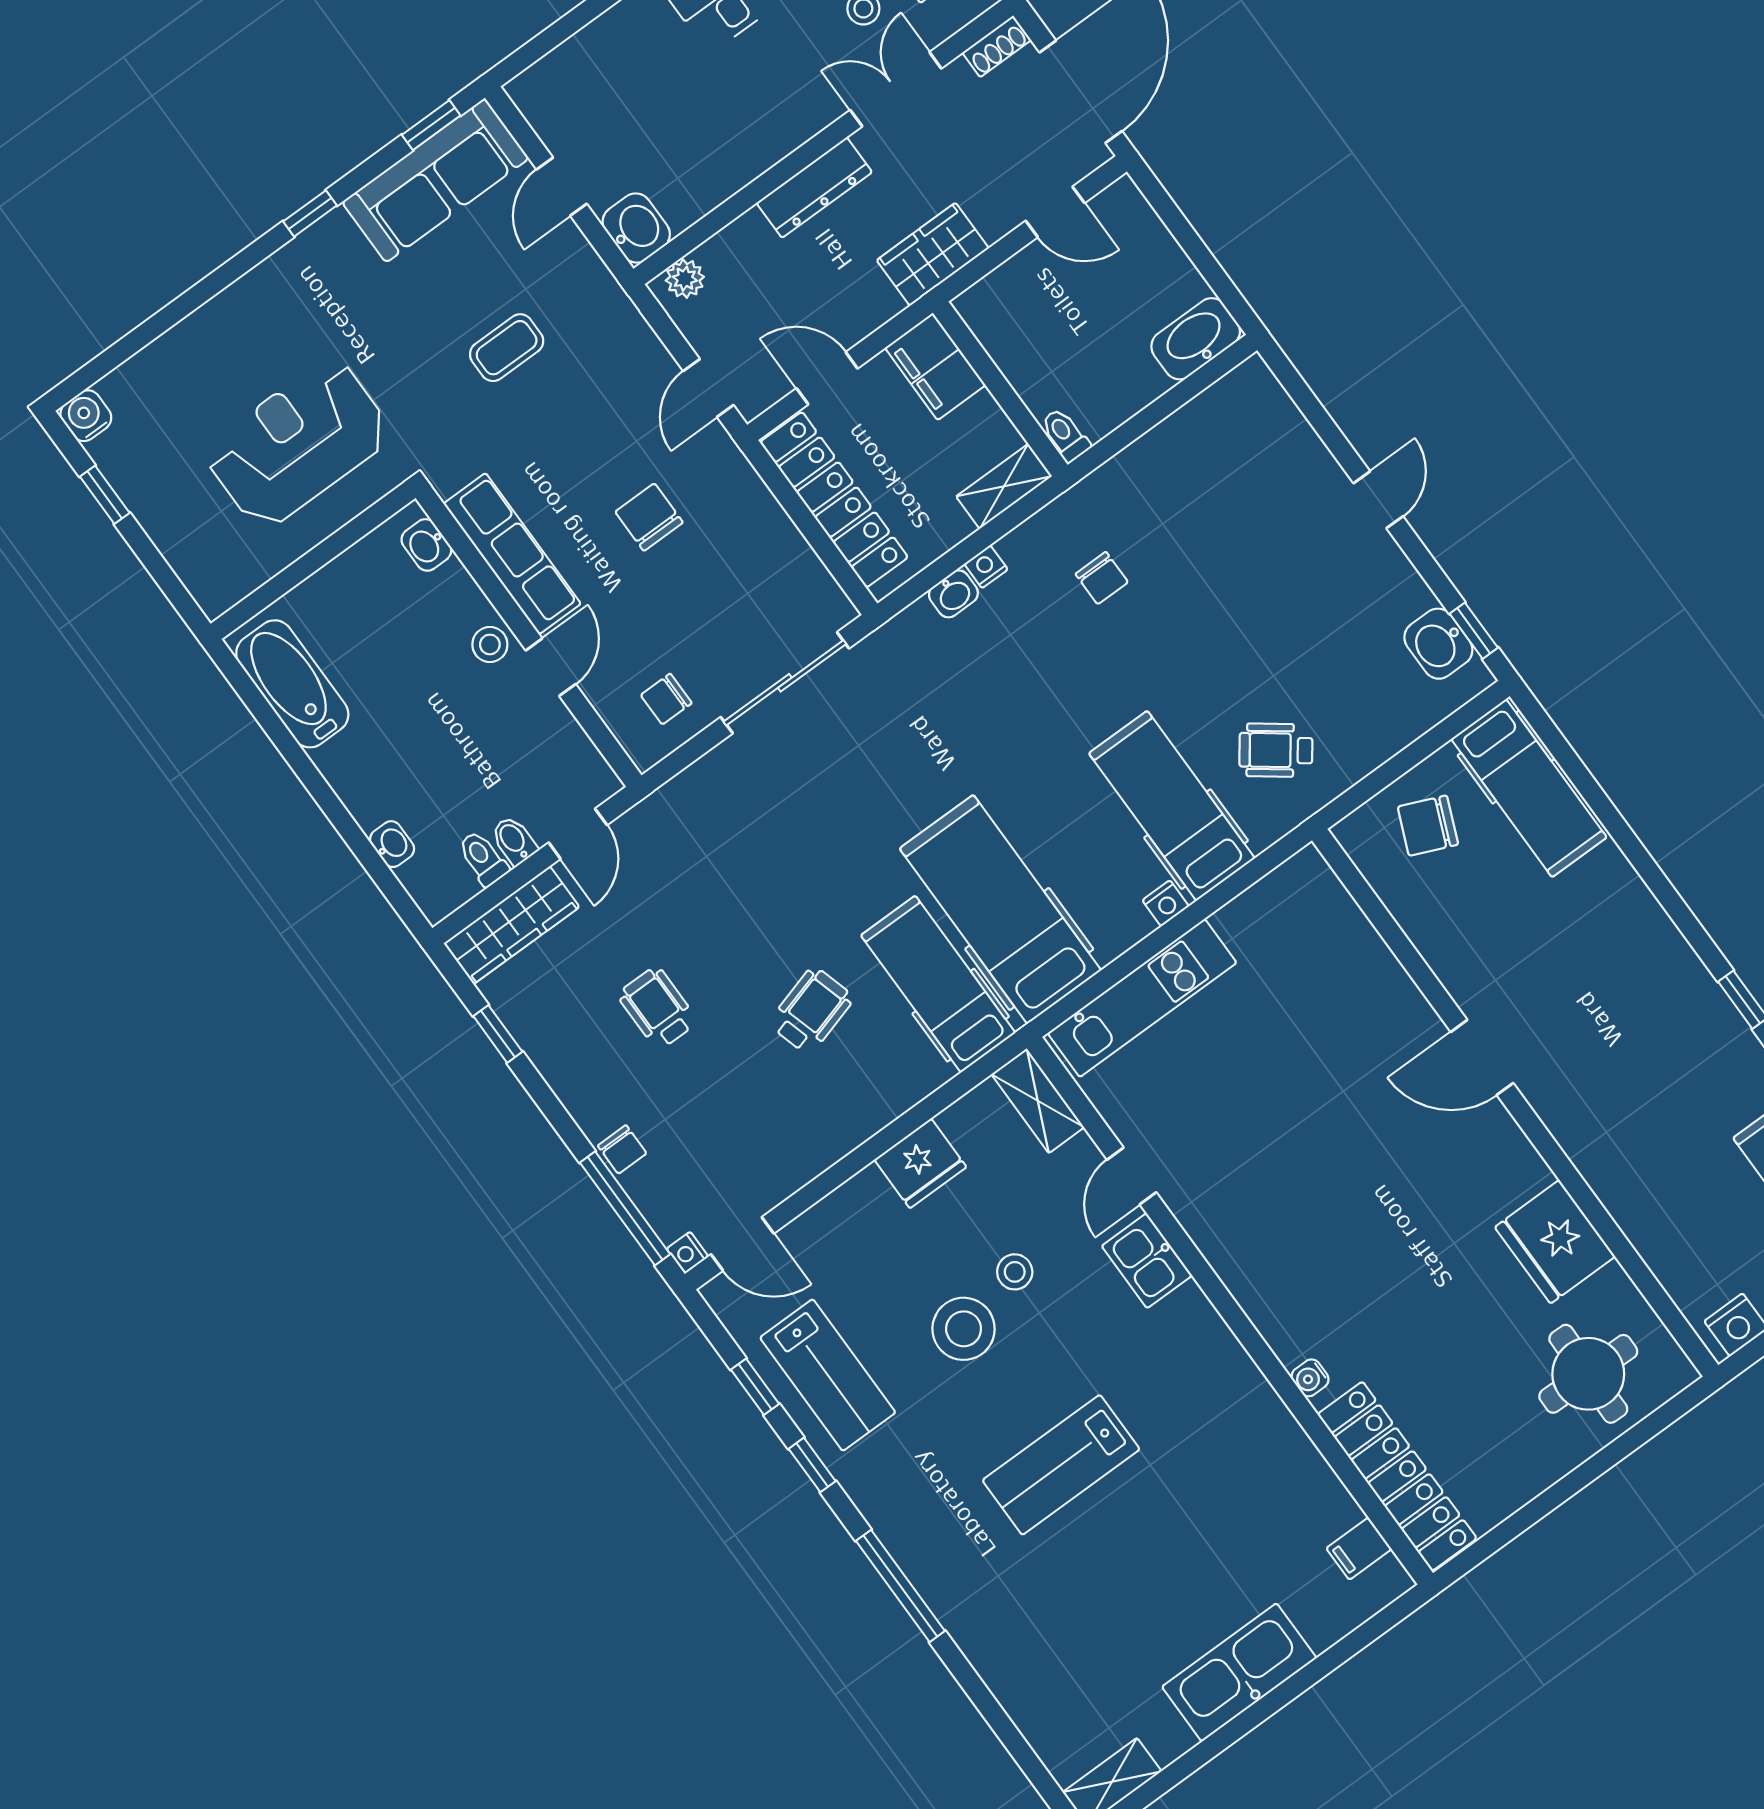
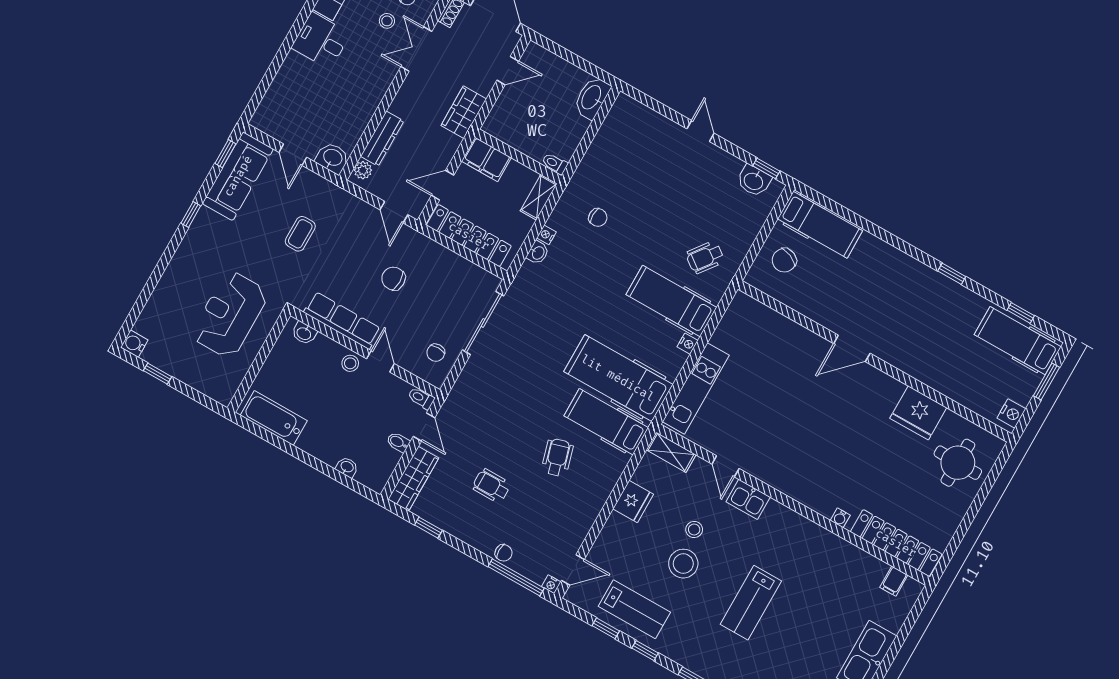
dresser: (814, 187) -> (382, 139), moved
toilet: (483, 858) -> (421, 398), moved

